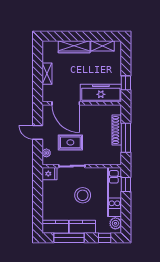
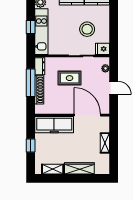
window: (126, 83) -> (31, 145), moved
rug: (70, 142) -> (70, 78), moved
dresser: (116, 155) -> (40, 66), added
window: (126, 185) -> (31, 27), moved
stool: (83, 195) -> (87, 29), moved

